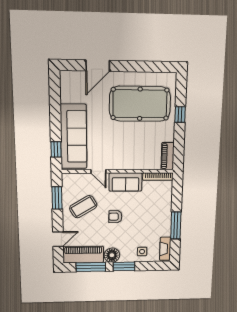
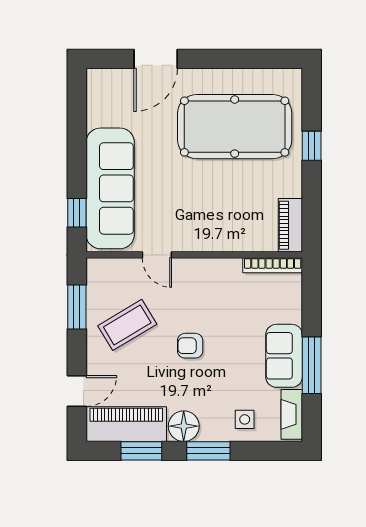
sofa: (126, 182) -> (284, 356), moved, turned 90
window: (91, 267) -> (141, 451), width x0.69

